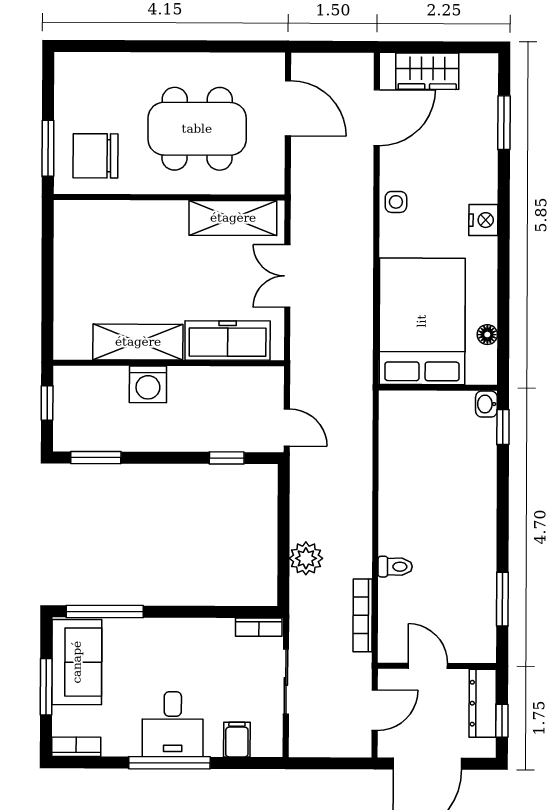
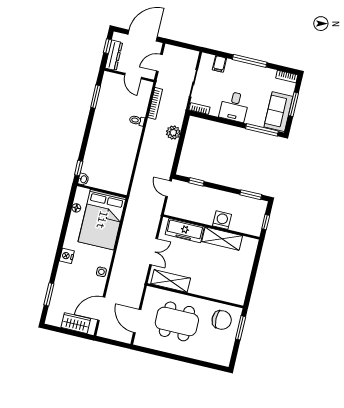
desk: (173, 724) -> (234, 106), moved, turned 180

